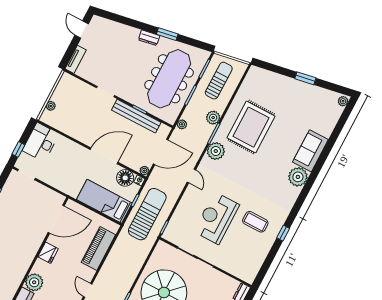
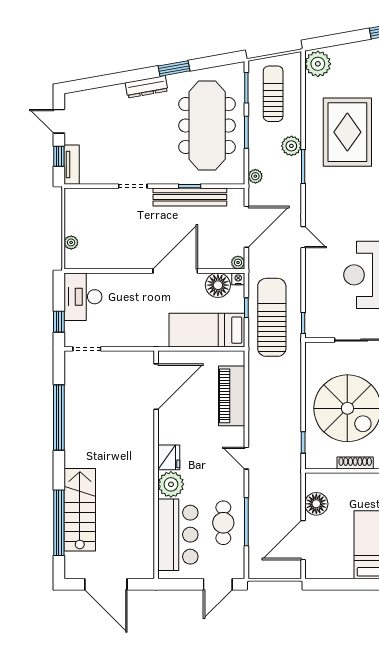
dresser: (149, 38) -> (147, 87), width x1.44
window: (71, 50) -> (59, 156), added
plant: (216, 151) -> (318, 64), moved
fridge: (48, 253) -> (169, 457), moved

